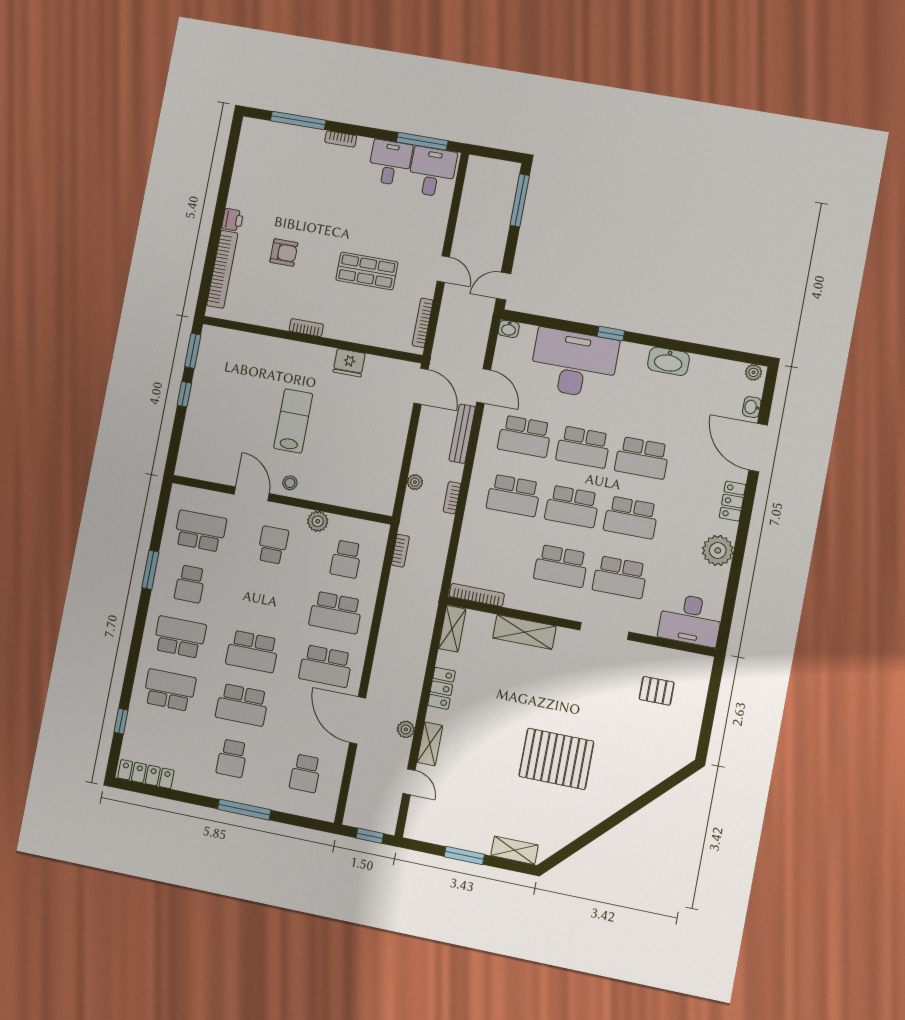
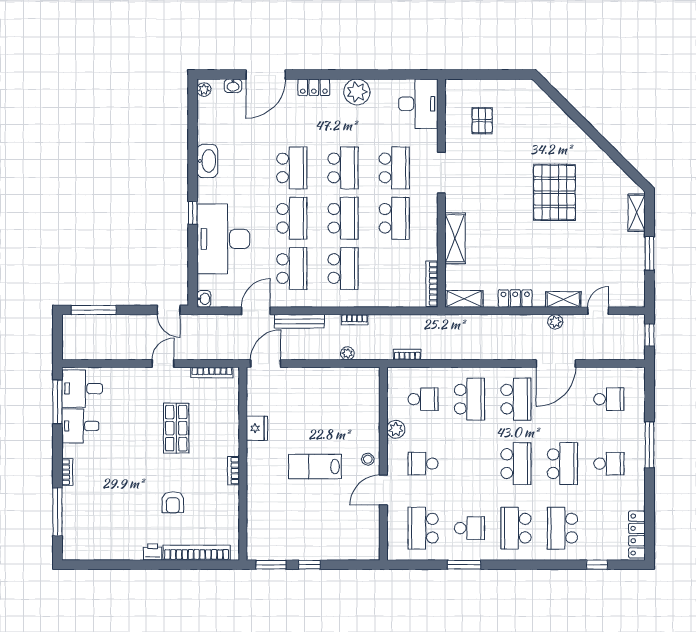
armchair: (284, 252) -> (173, 502), turned 180

